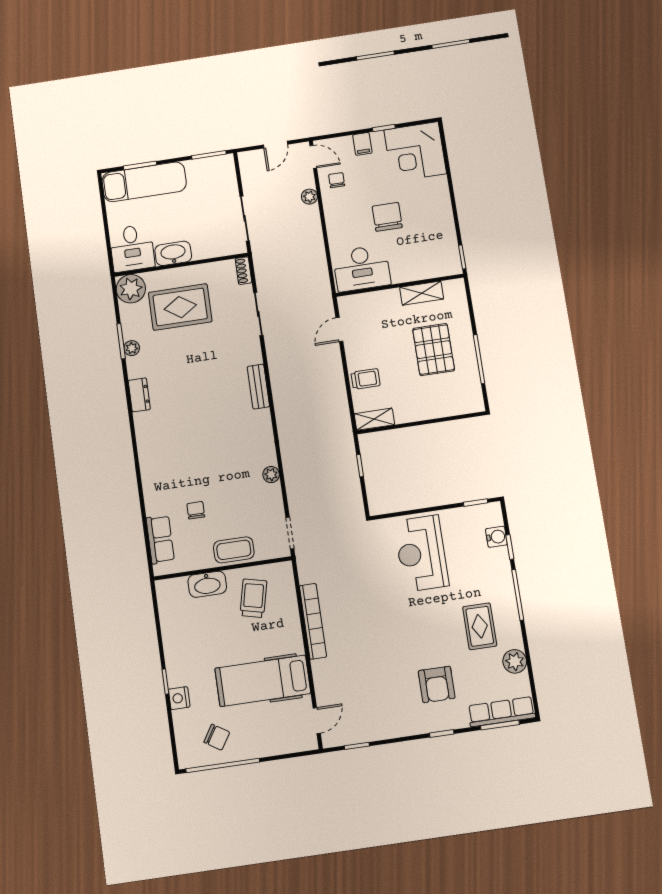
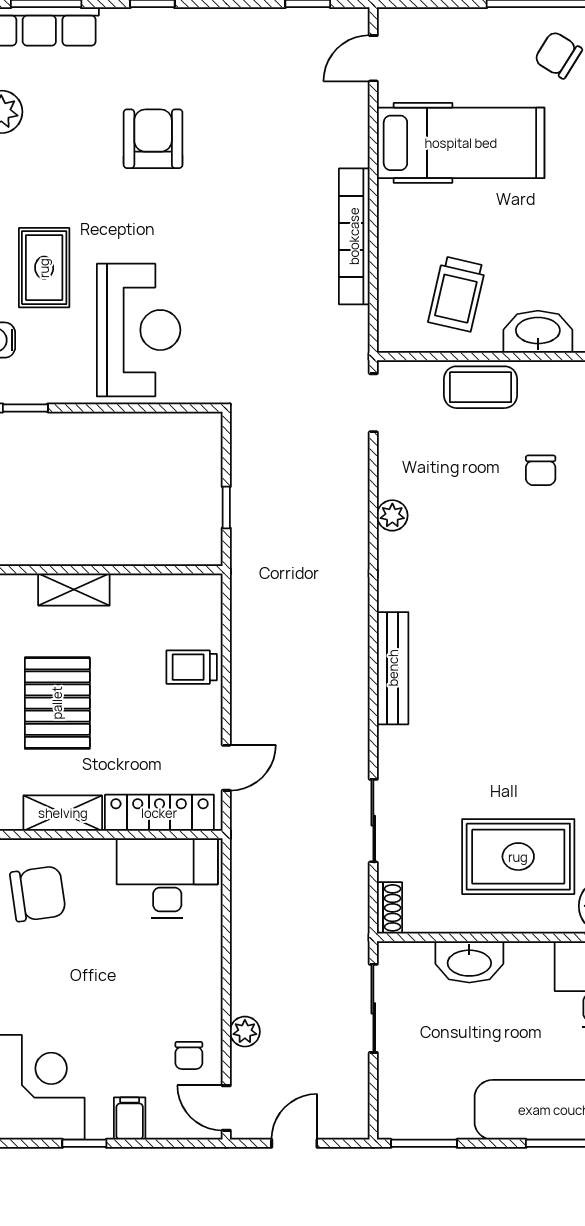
chair: (387, 217) -> (38, 894), moved, turned -98
washbasin: (173, 253) -> (469, 962), moved
locker: (371, 301) -> (159, 813), added
bench: (258, 387) -> (393, 668), width x1.36
shelving: (374, 419) -> (74, 589), moved
rug: (480, 626) -> (44, 268), moved
armchair: (437, 684) -> (153, 139), moved

